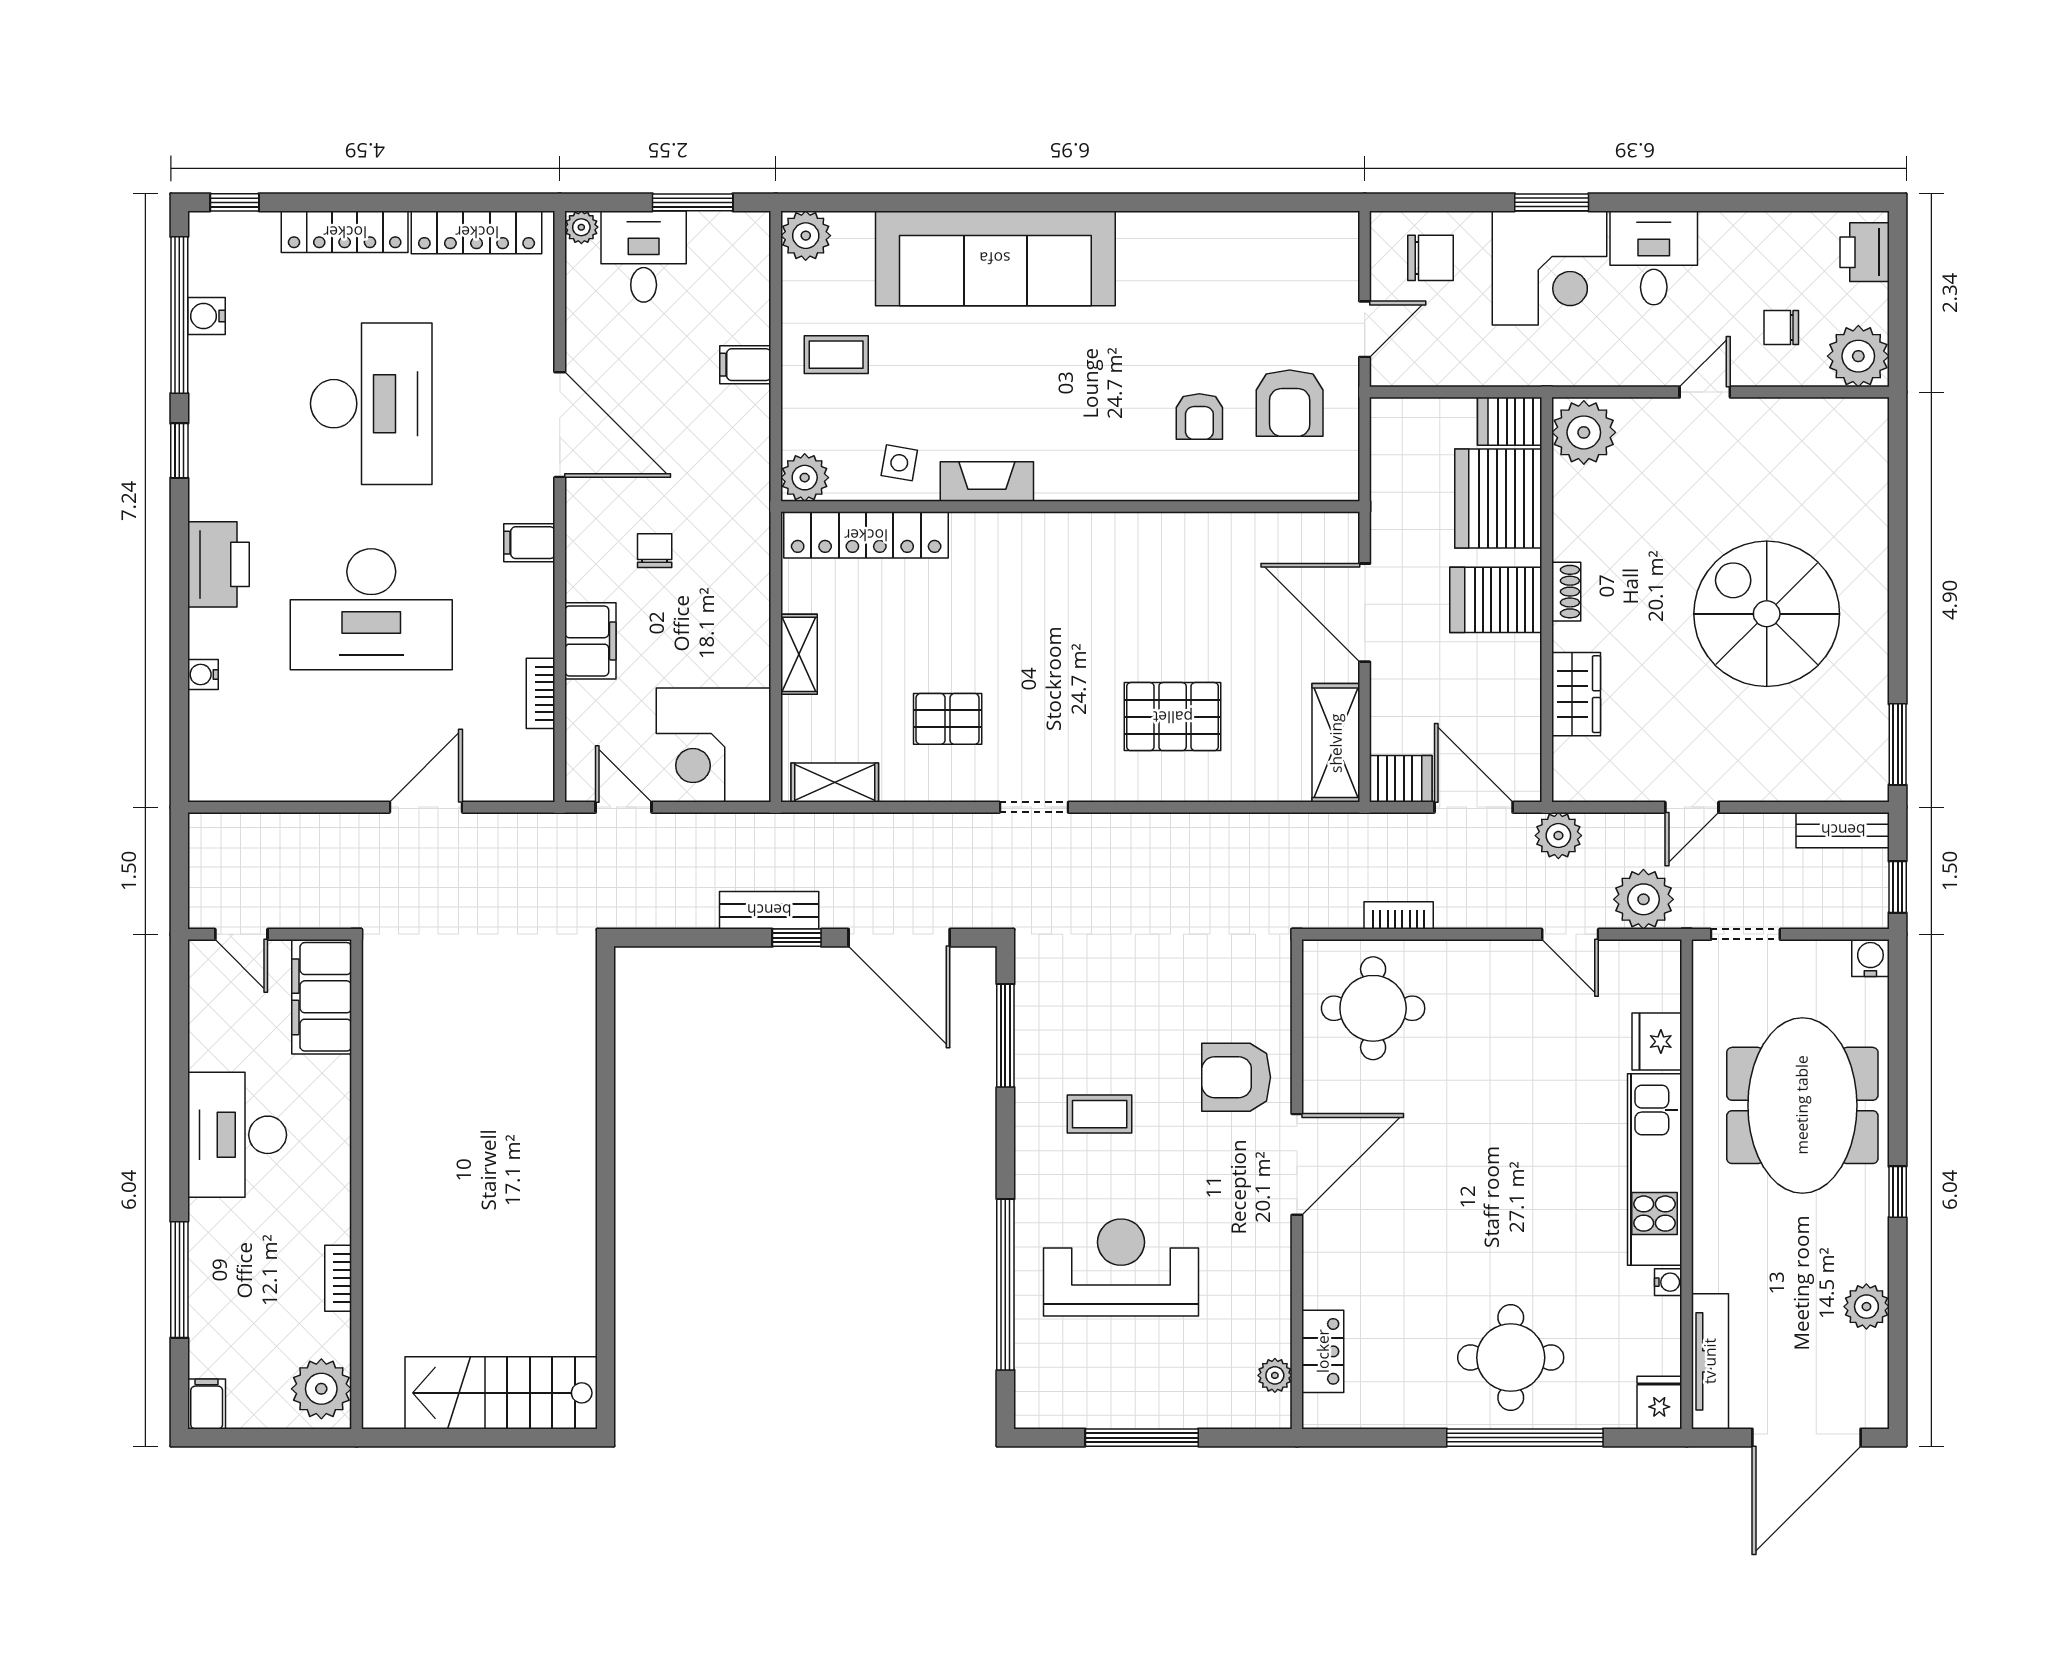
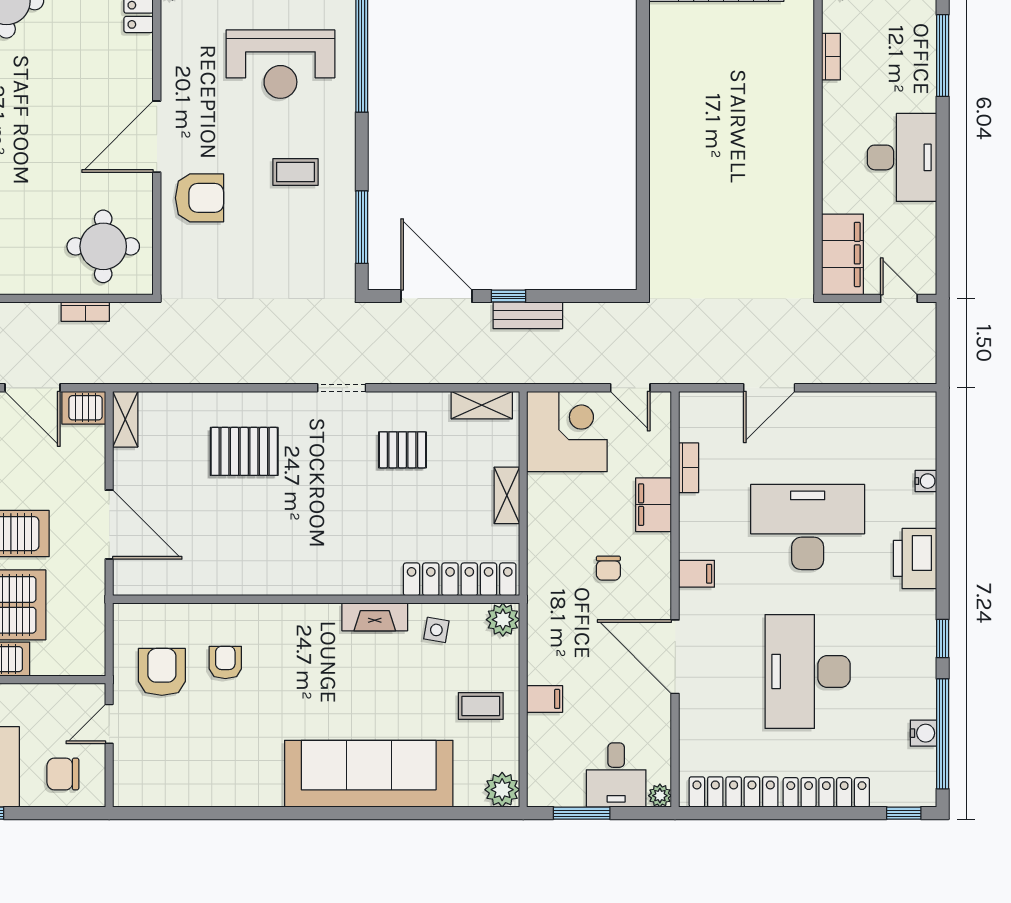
shelving: (1336, 743) -> (125, 419), width x0.67, depth x0.75

